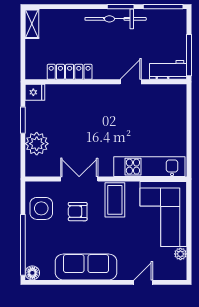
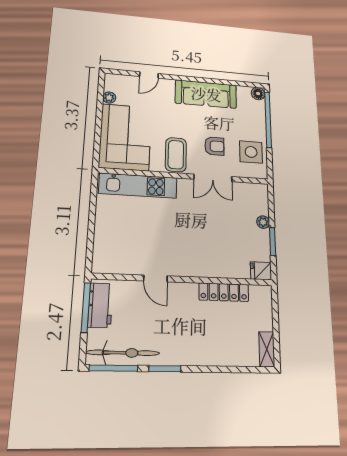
bicycle: (116, 19) -> (123, 353), moved
workbench: (168, 70) -> (100, 305), moved, turned -90
door: (131, 82) -> (156, 278), hinge flipped
plant: (37, 144) -> (263, 222), width x0.53, depth x0.53

